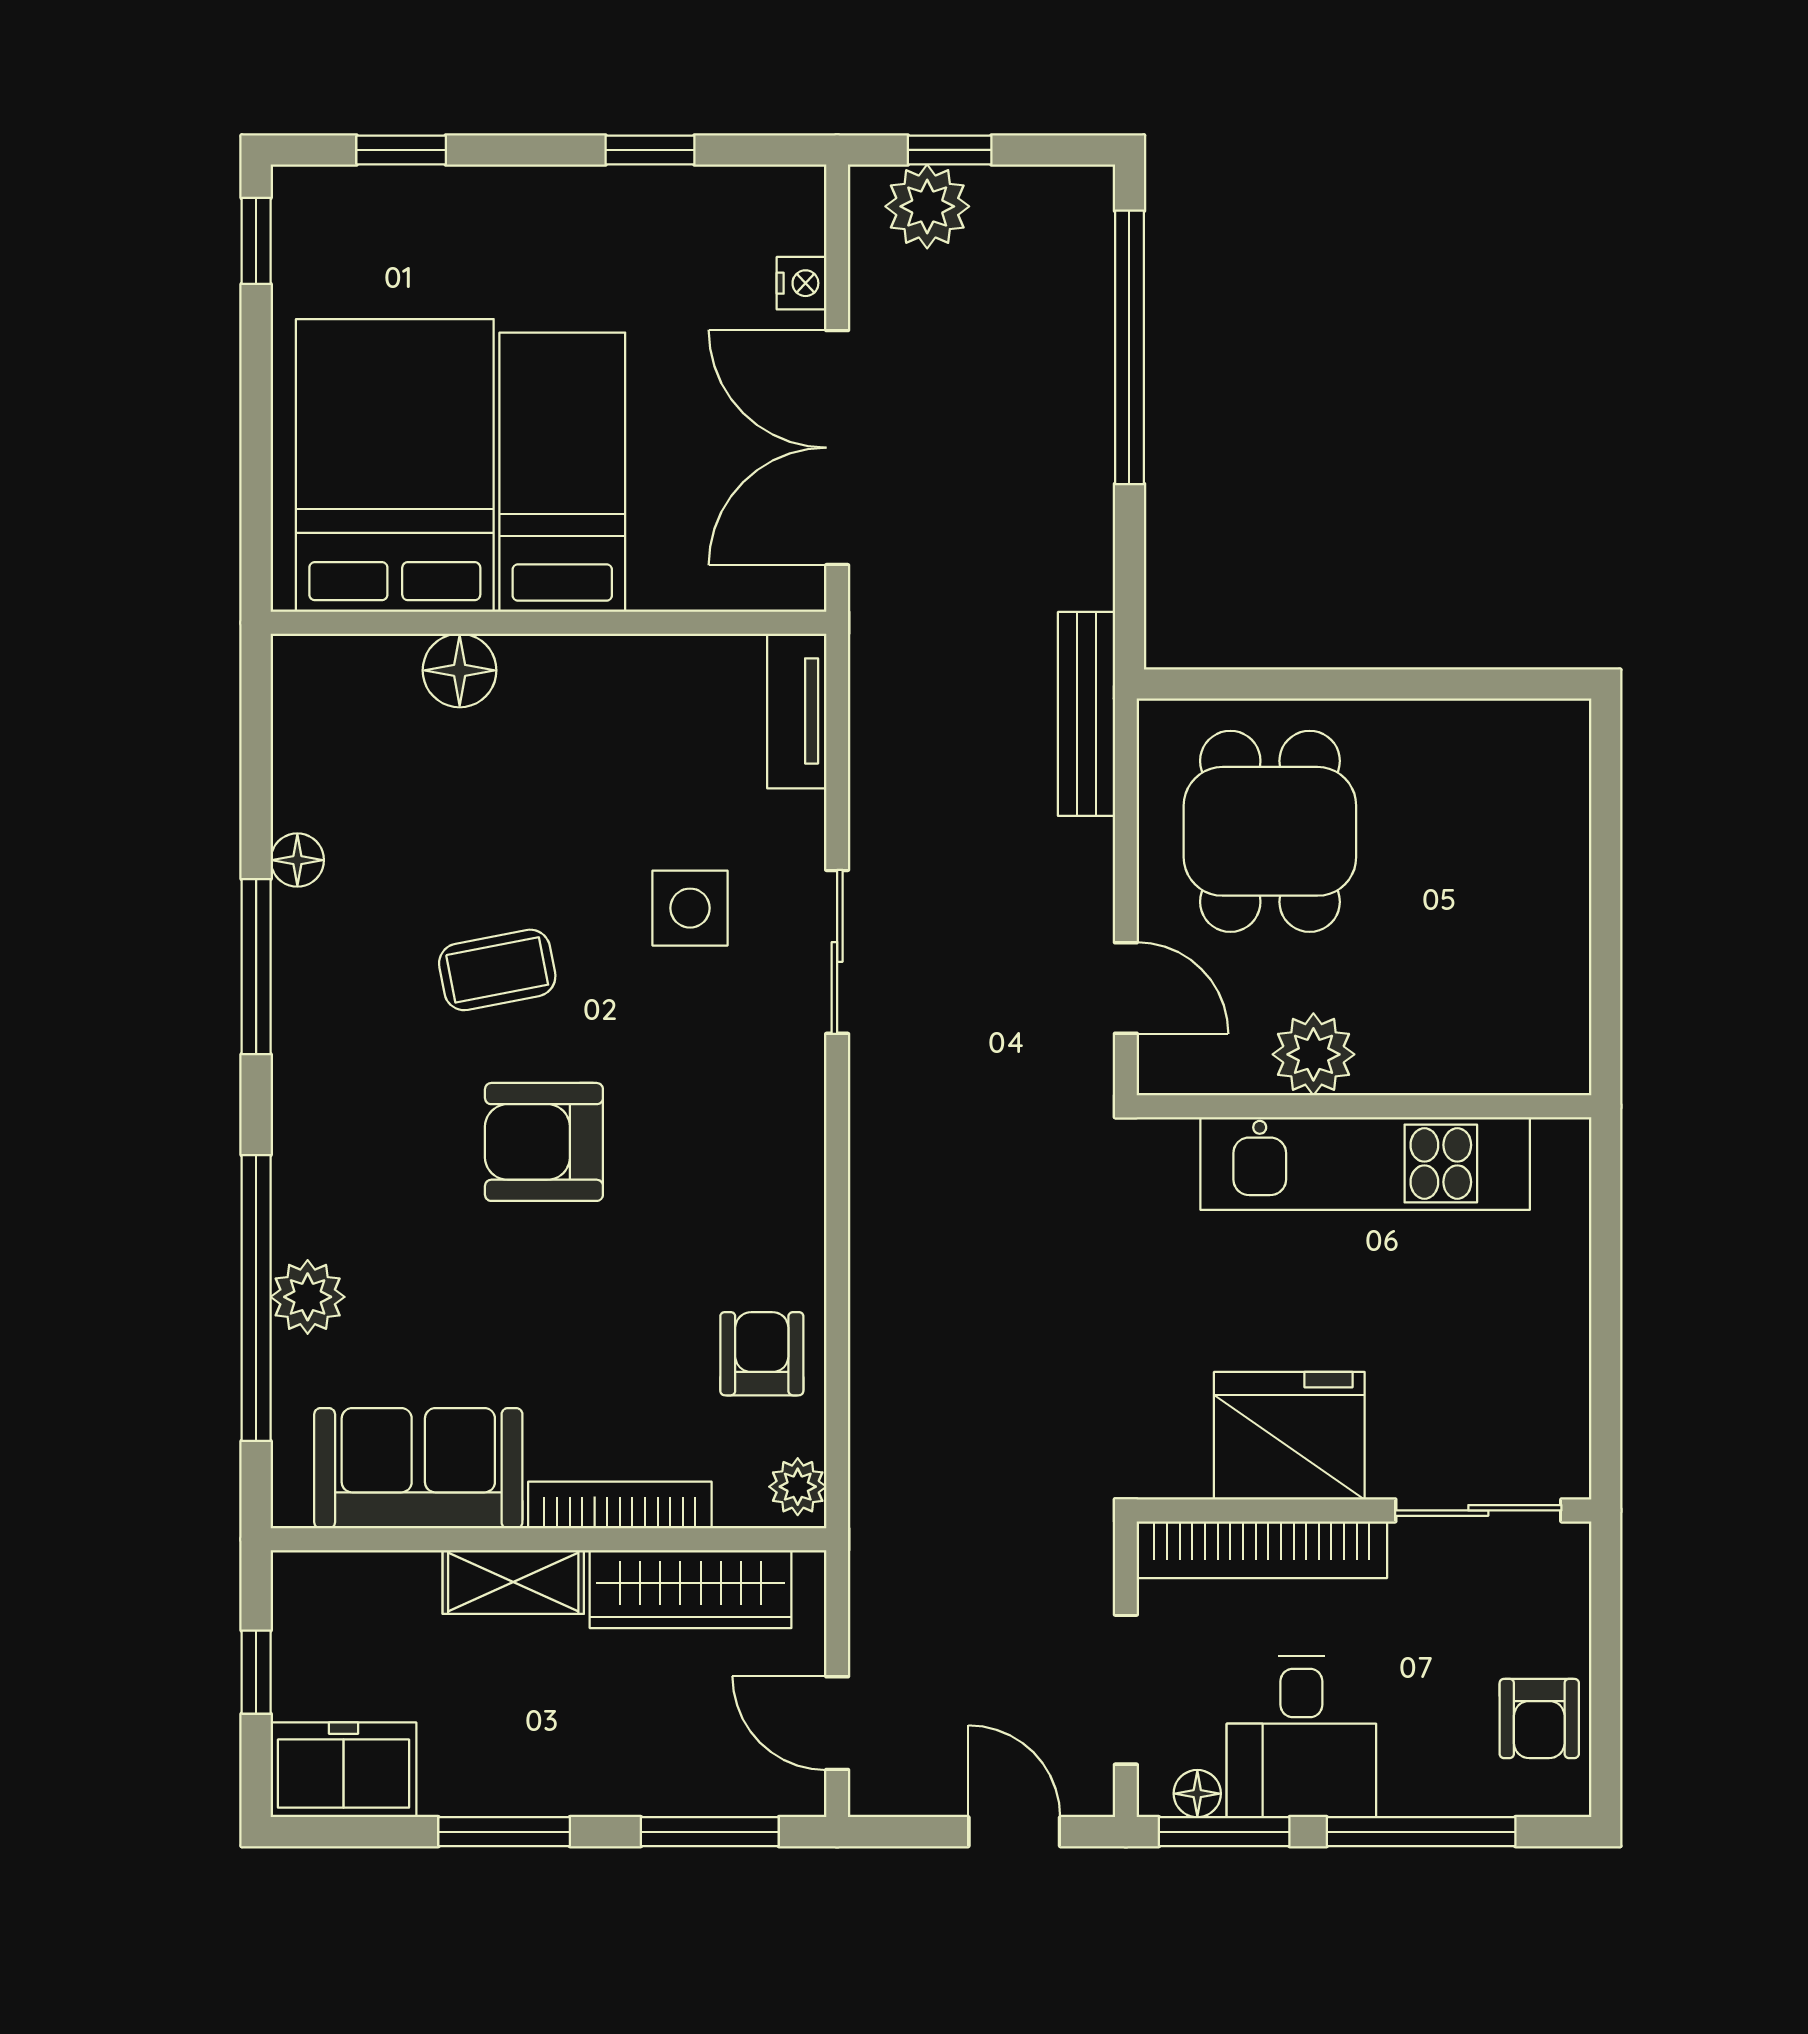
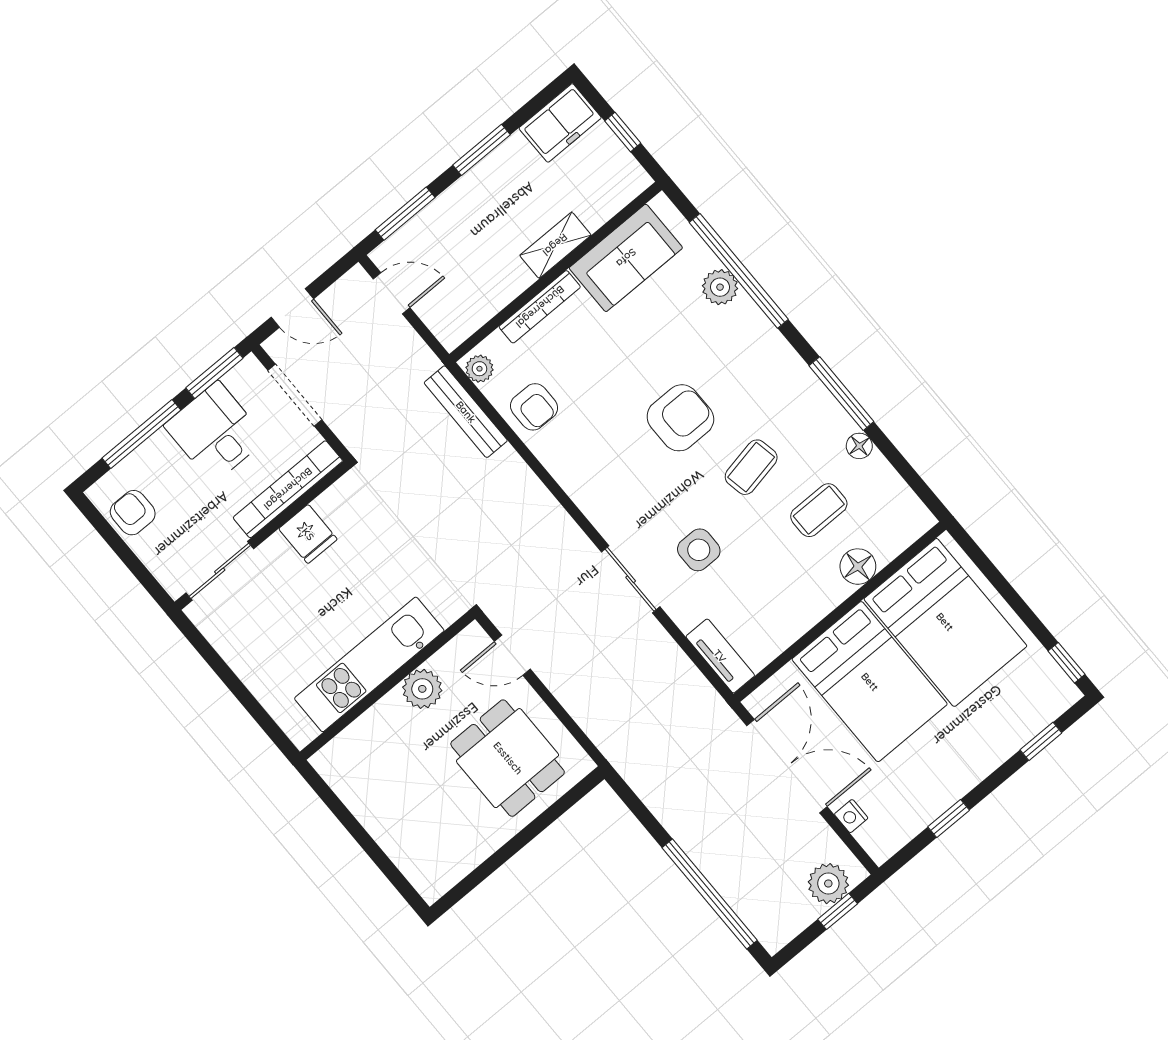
bed: (562, 472) -> (870, 682), width x1.50
bench: (1086, 714) -> (466, 412), moved
coffee table: (447, 812) -> (819, 510), added
fridge: (1289, 1436) -> (308, 534), width x0.53, depth x0.75
wardrobe: (691, 1589) -> (487, 298), removed
floor lamp: (1197, 1794) -> (236, 379), removed

